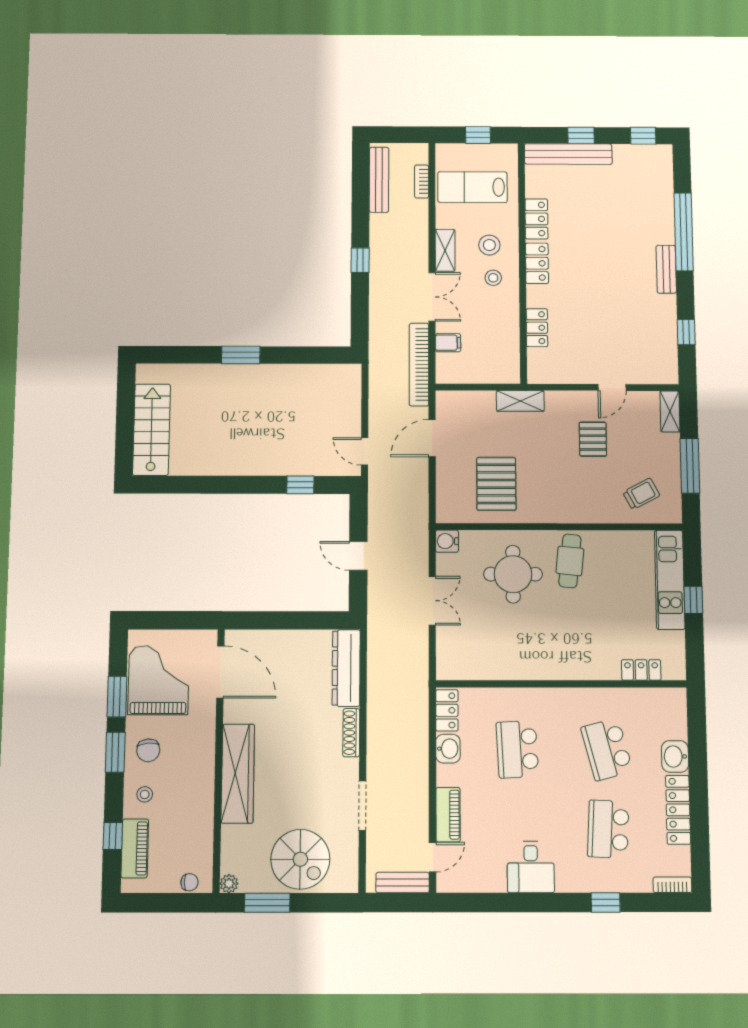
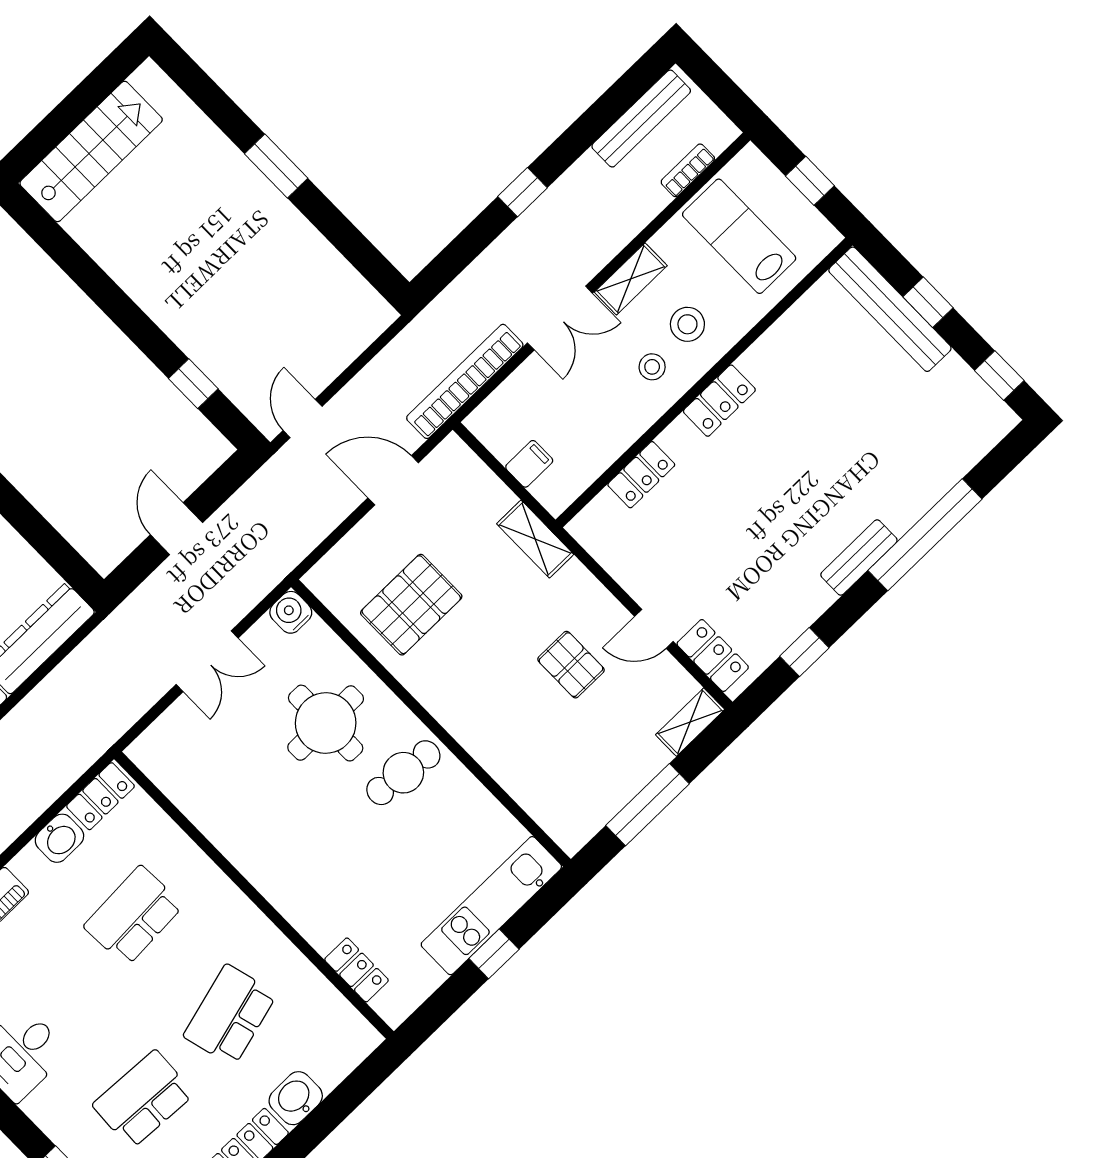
locker: (536, 219) -> (713, 656), moved, turned -90
filing cabinet: (448, 343) -> (529, 464), moved, turned -90
pallet: (593, 439) -> (571, 665), turned 90
trolley: (641, 494) -> (560, 780), removed

